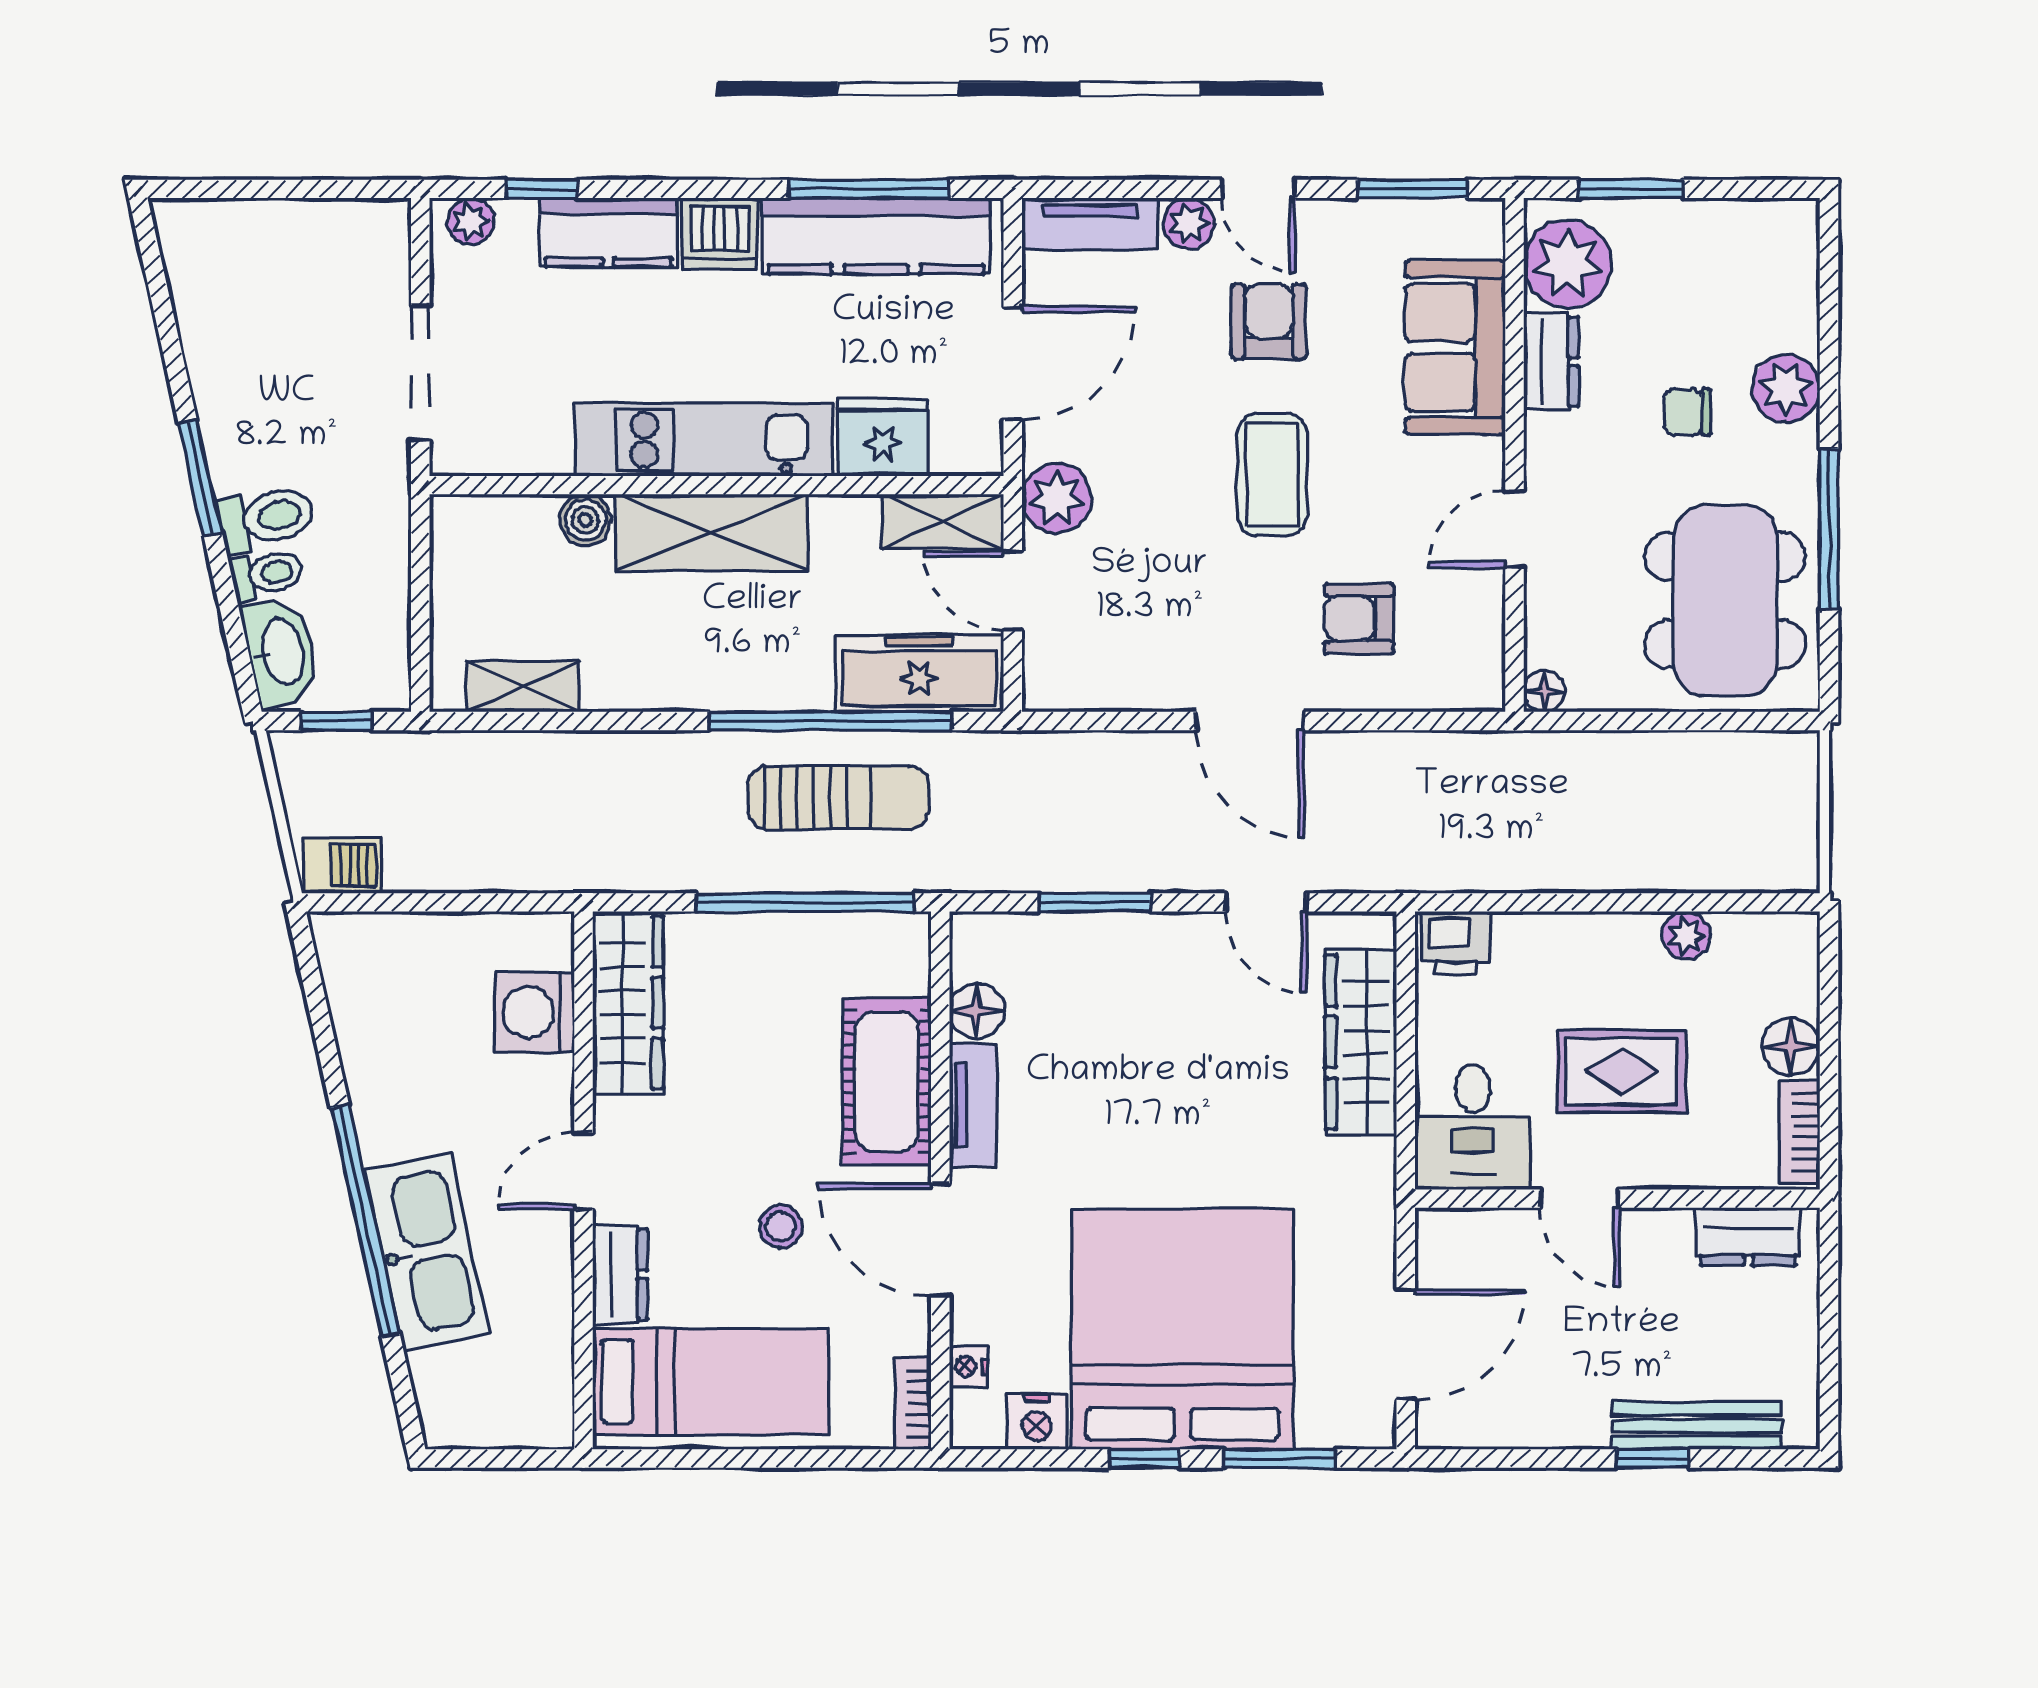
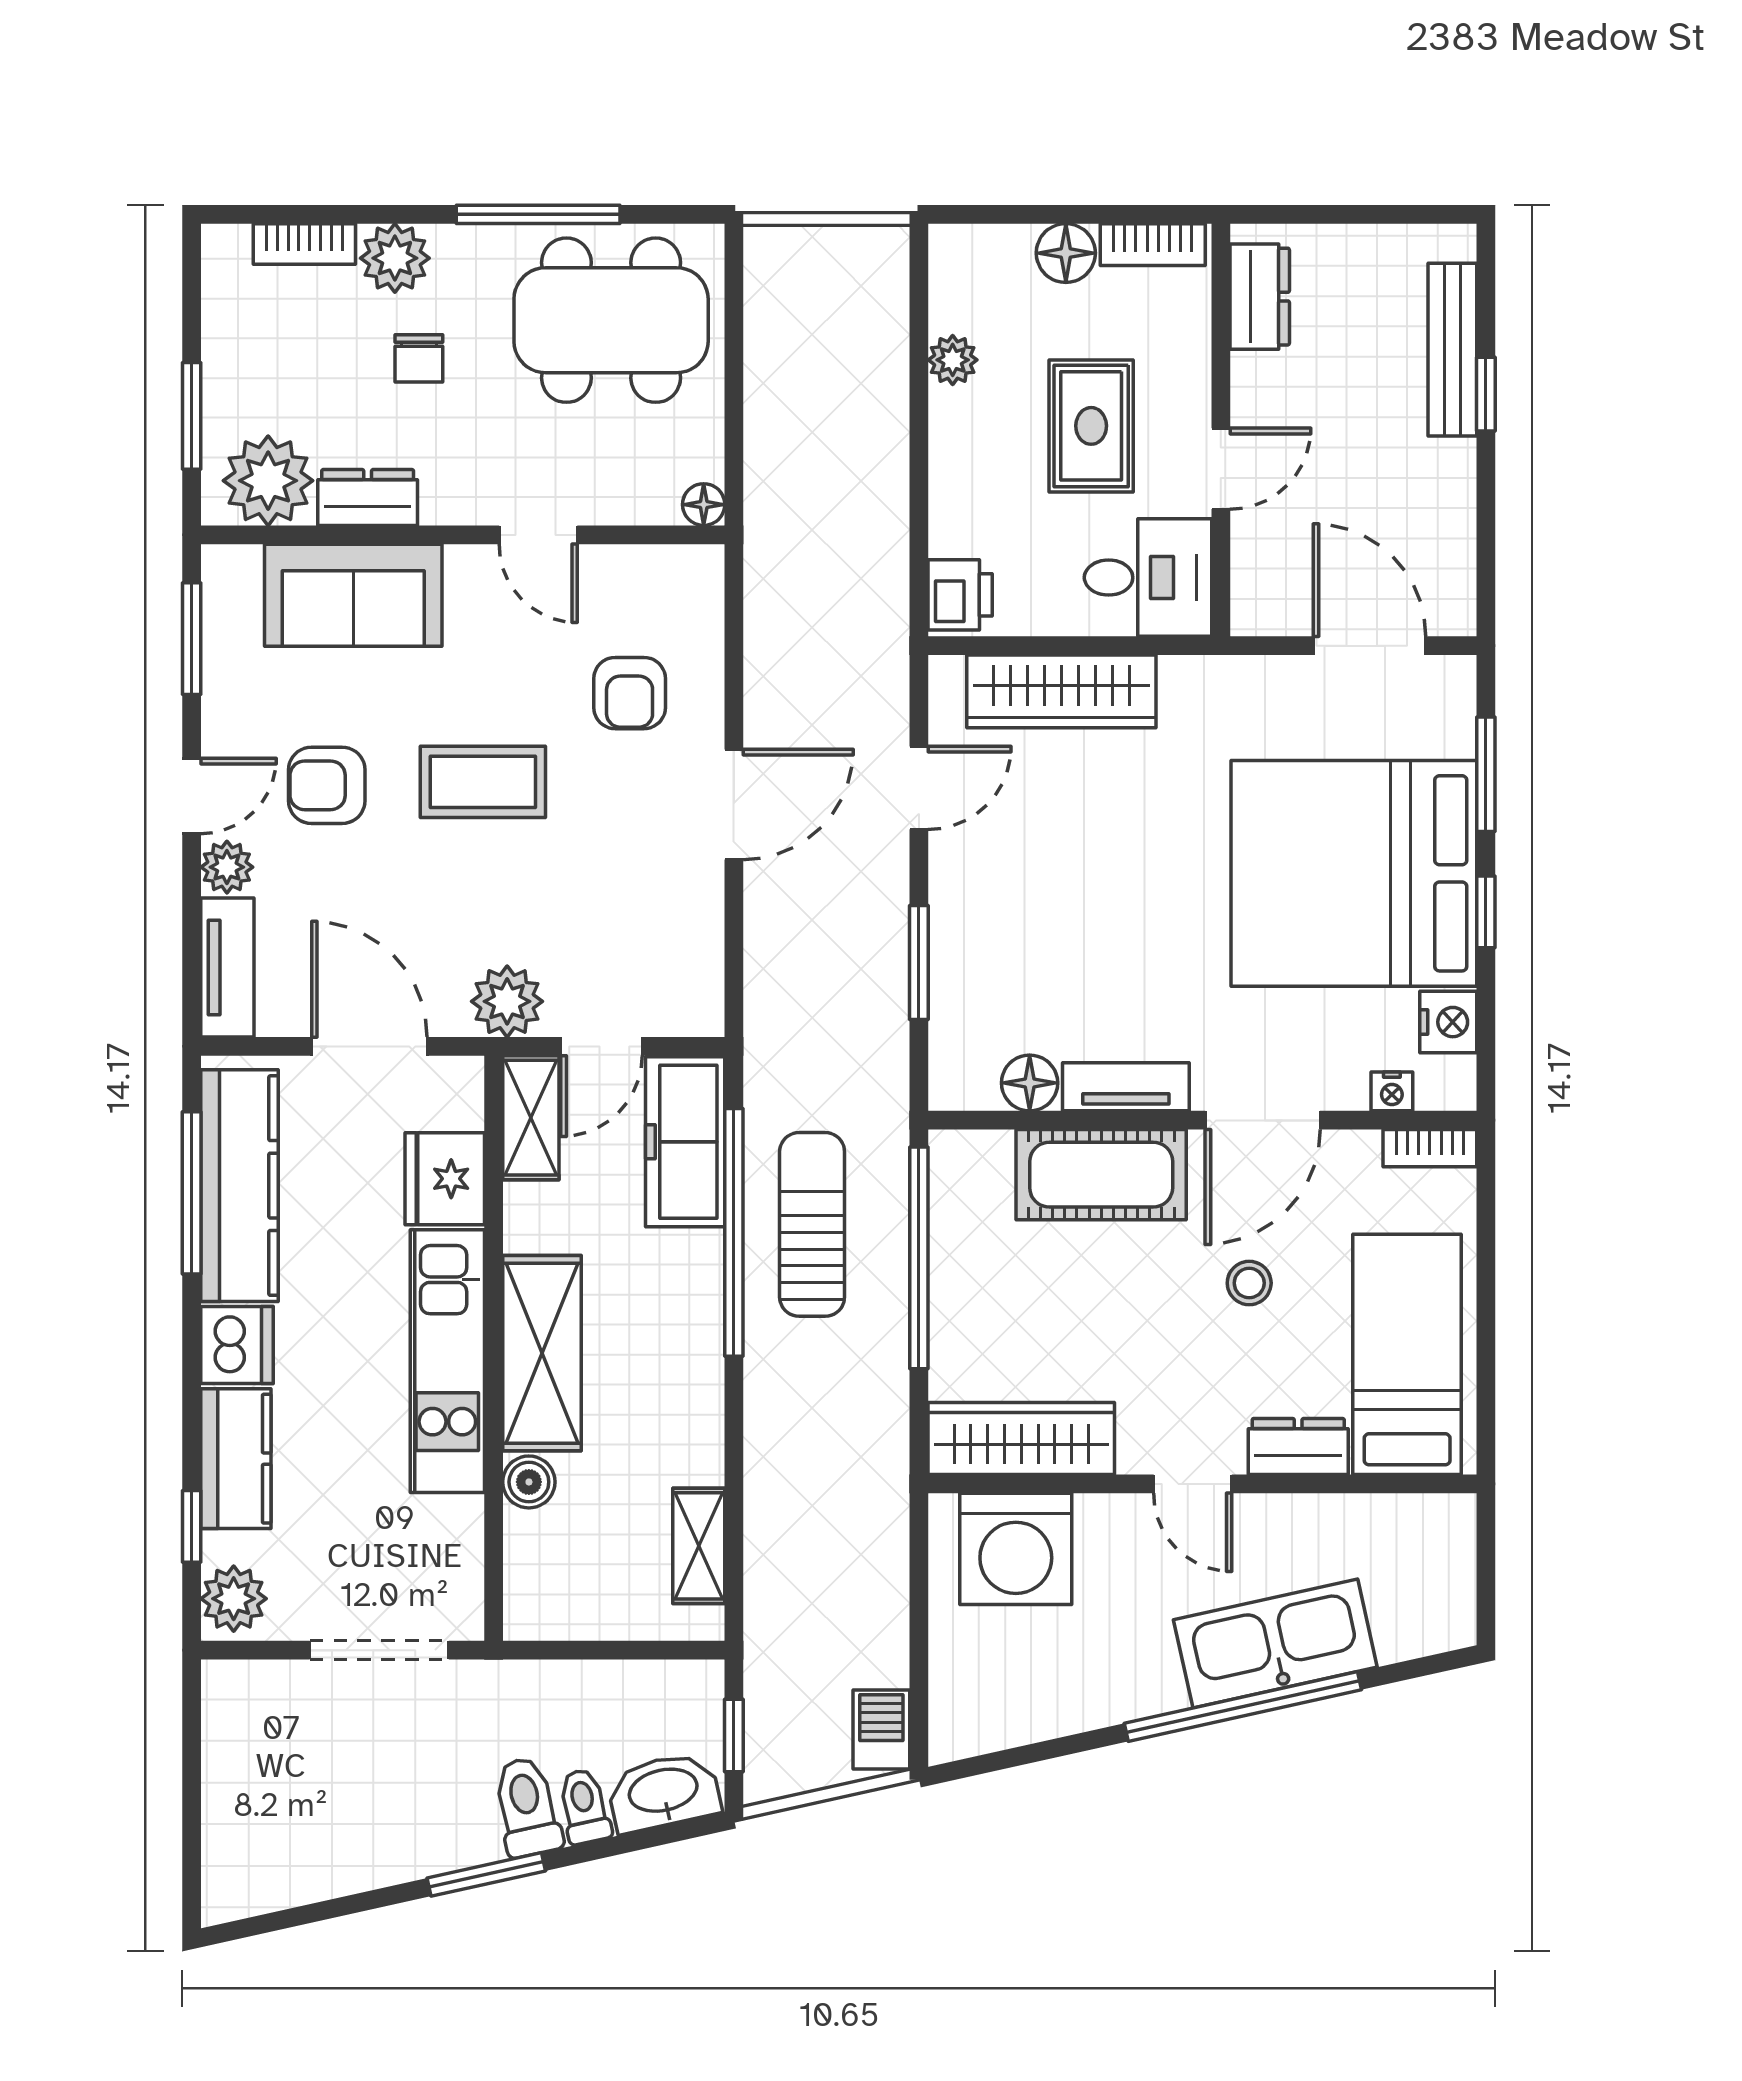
plant: (471, 221) -> (234, 1599), width x1.38, depth x1.38
bookcase: (1800, 300) -> (304, 244), added
washing machine: (535, 1012) -> (1016, 1549), width x1.37, depth x1.37

